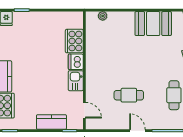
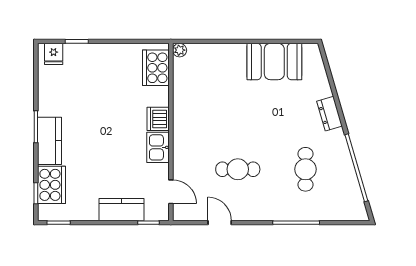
plant: (103, 16) -> (180, 50), moved
cooker: (74, 41) -> (156, 68), moved
door: (137, 131) -> (220, 223), moved

